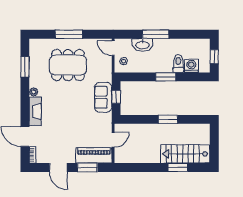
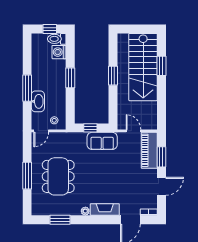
toilet: (178, 64) -> (57, 39), moved
sofa: (103, 97) -> (102, 141), moved
stairs: (185, 154) -> (143, 67), width x1.36, depth x1.51

